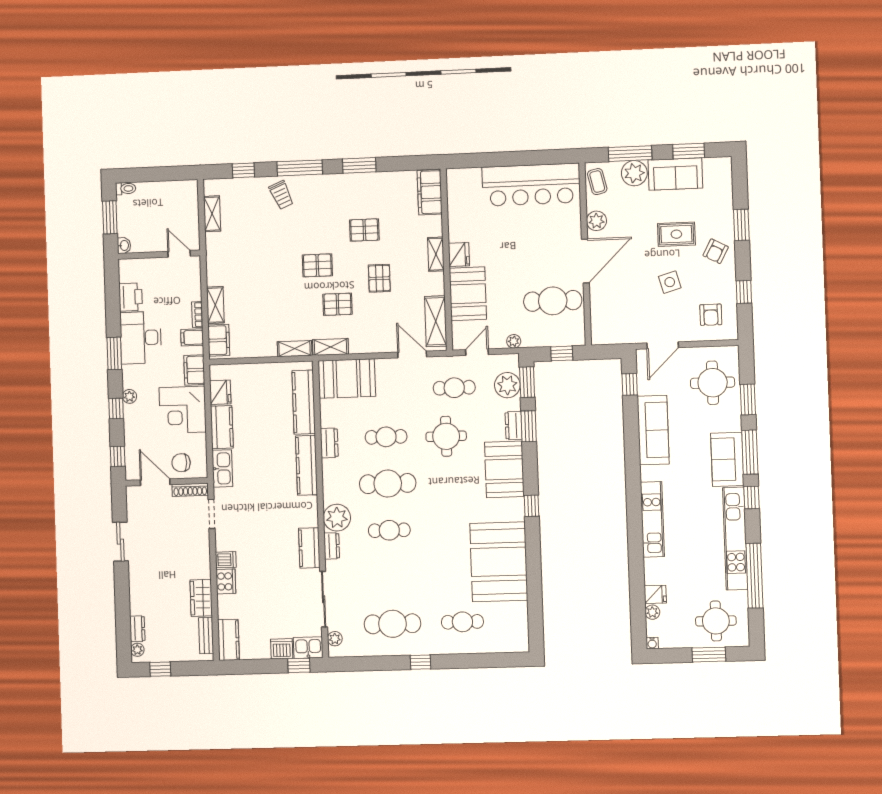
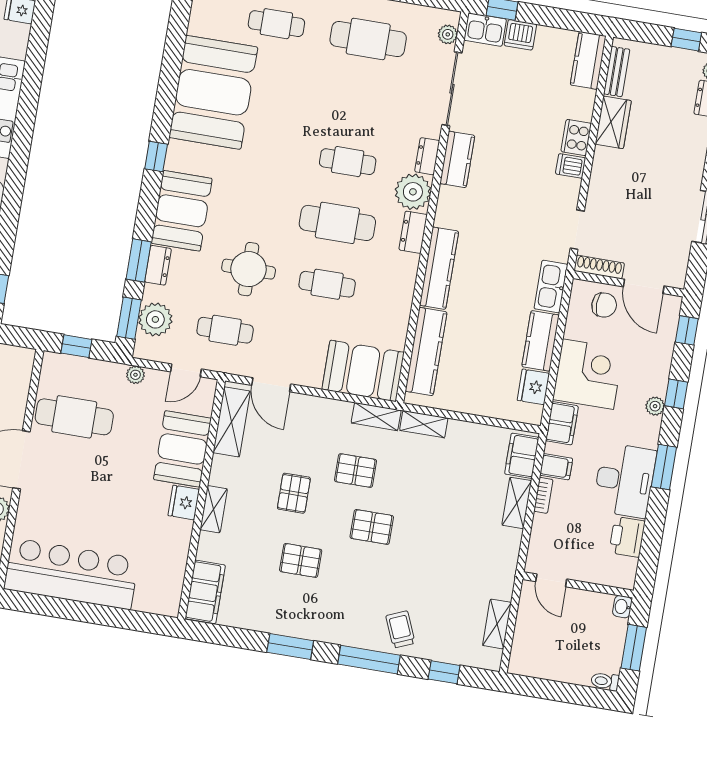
dresser: (329, 443) -> (413, 232), moved

